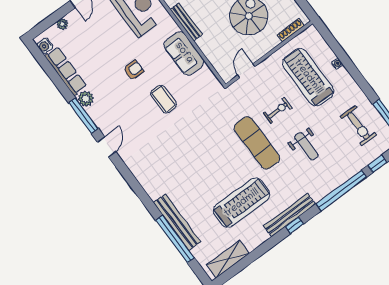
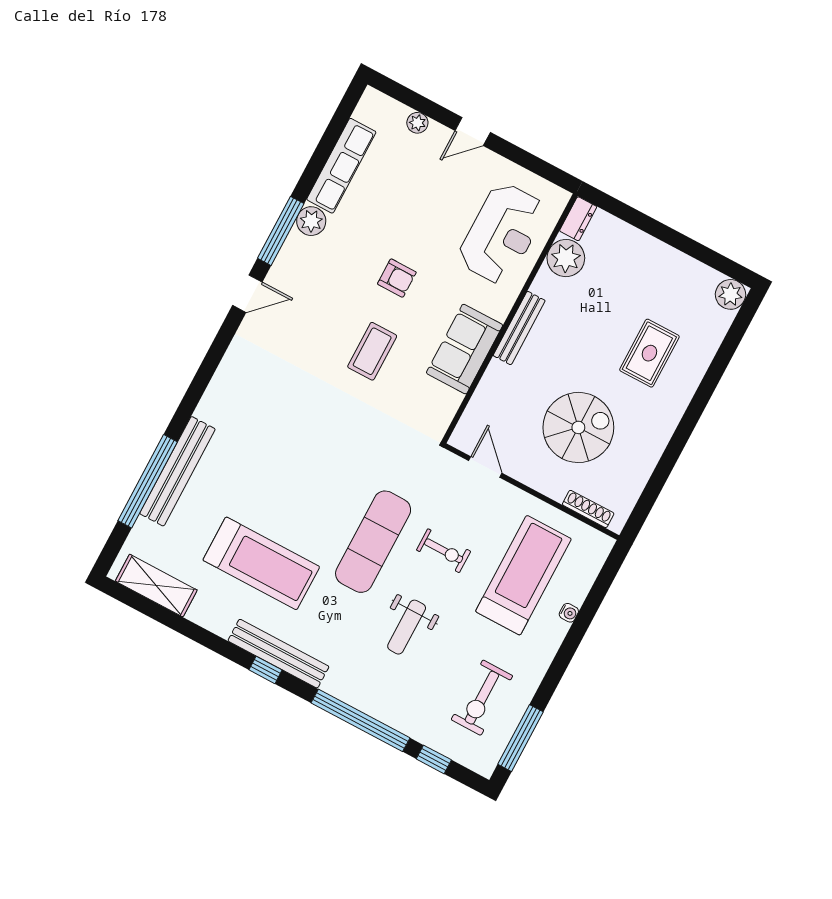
water cooler: (45, 46) -> (367, 111), removed
door: (246, 71) -> (485, 467), hinge flipped

